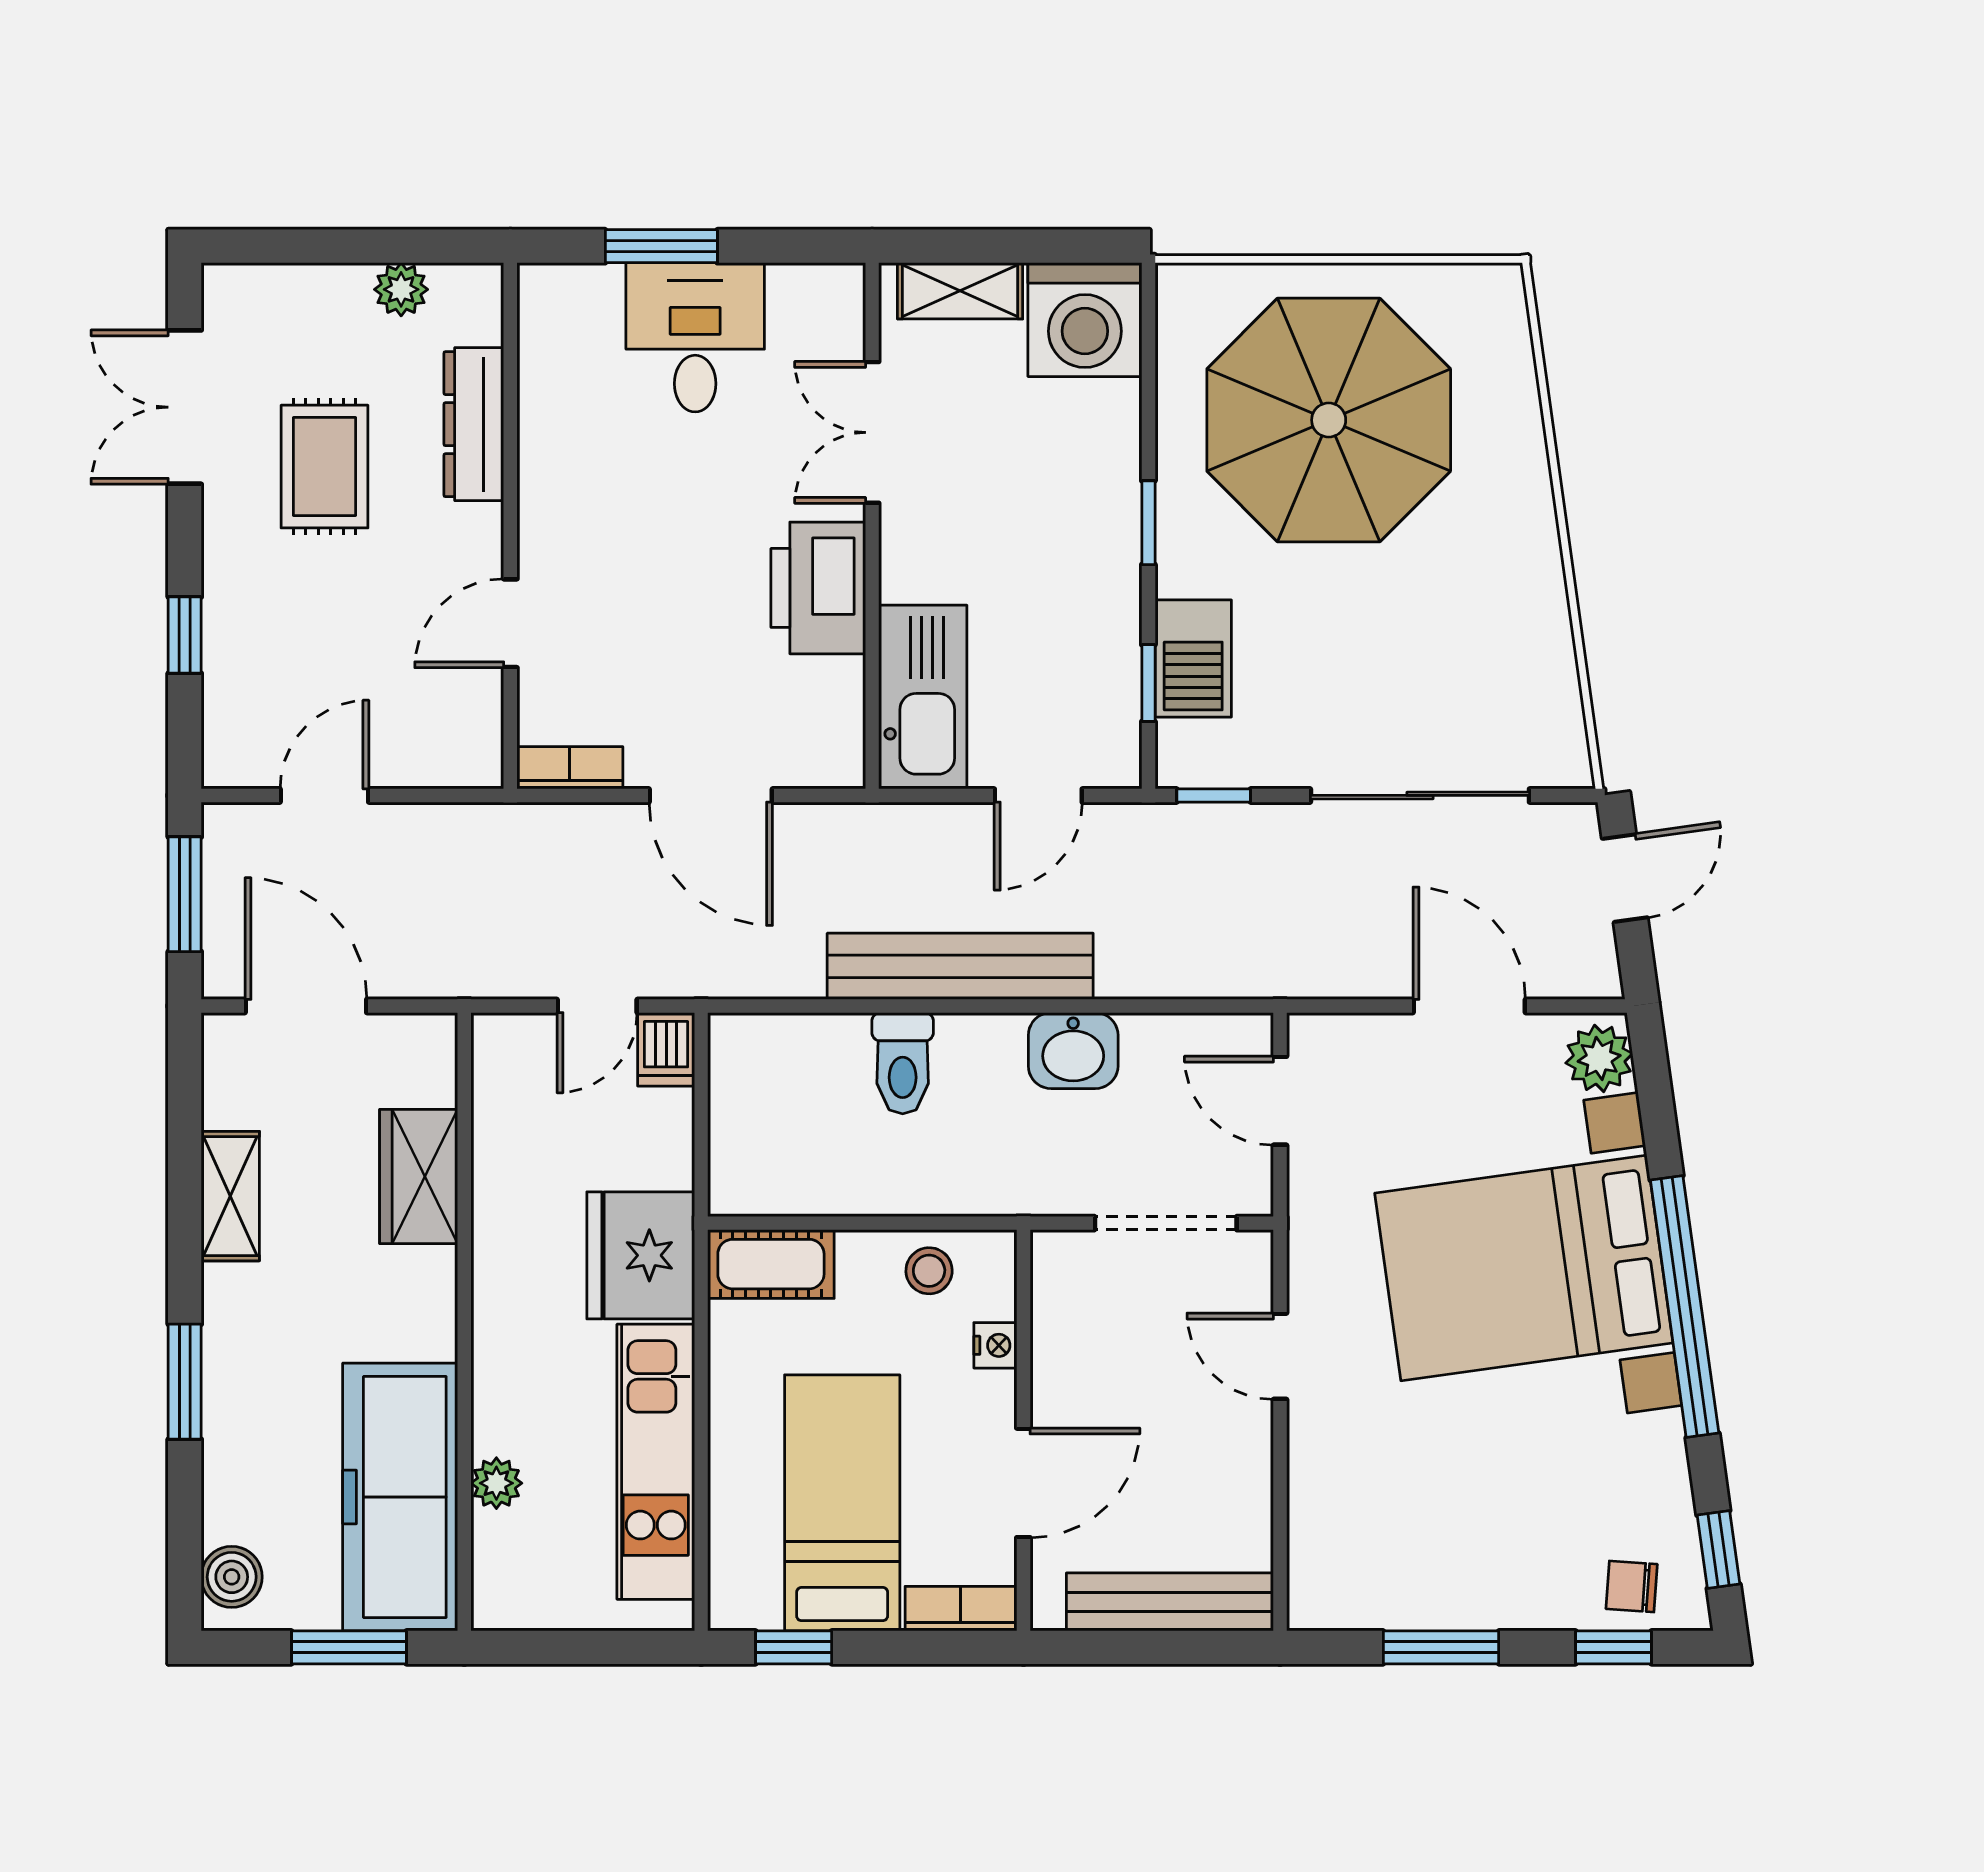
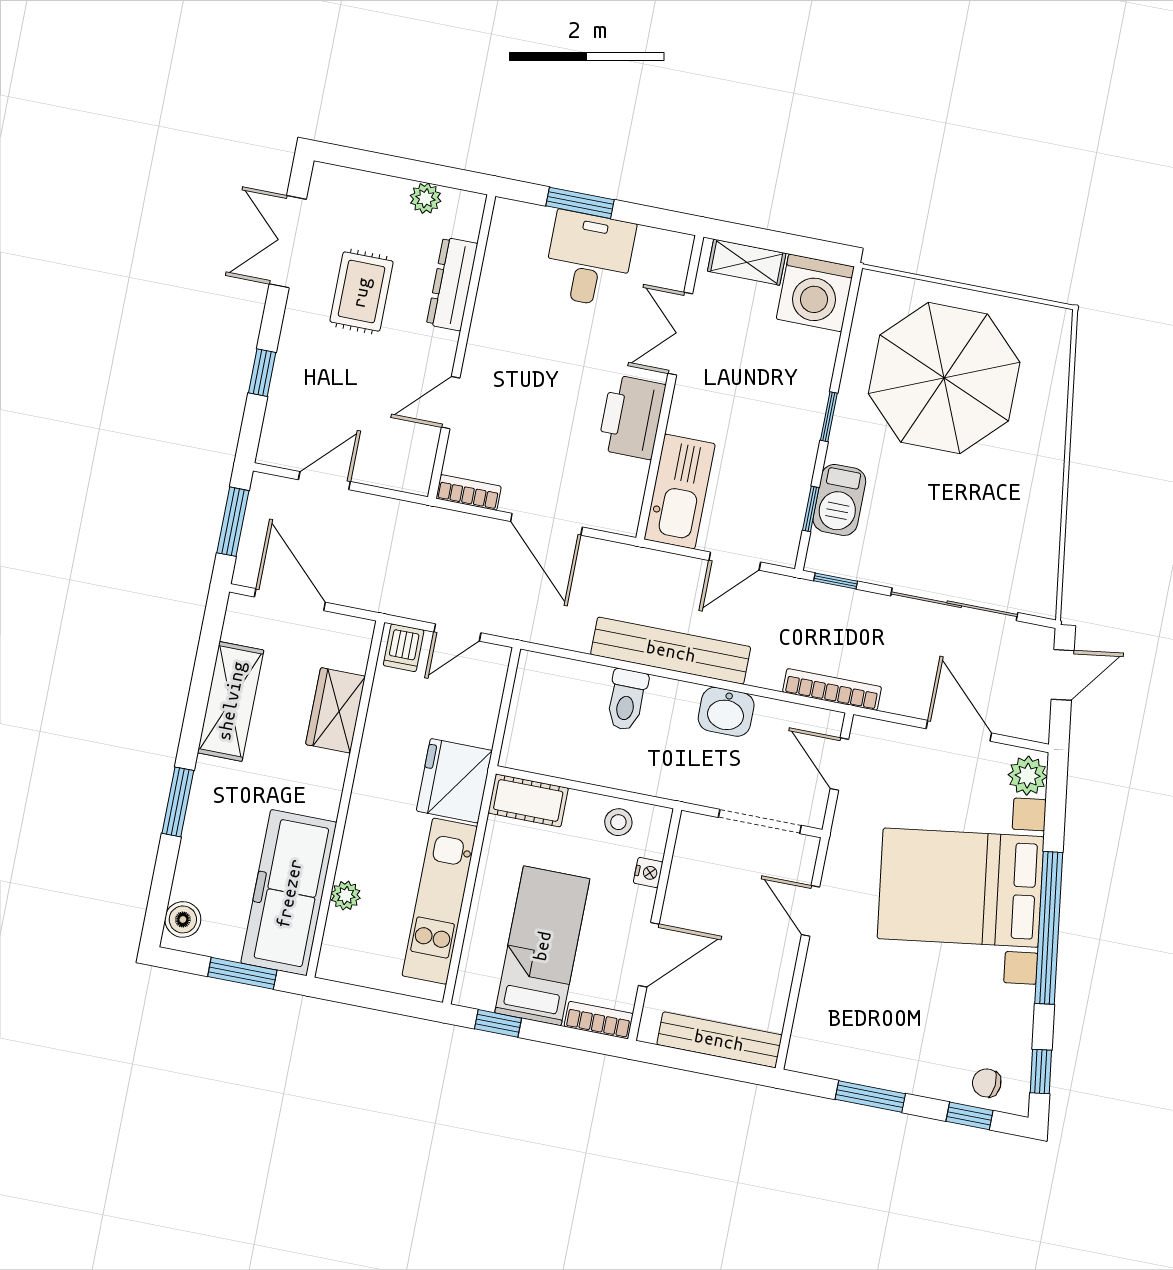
bookcase: (1243, 978) -> (832, 689), added
dishwasher: (666, 1049) -> (404, 648), moved
shelving: (230, 1196) -> (231, 701), width x1.50, depth x1.33

